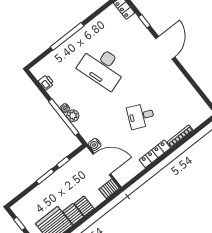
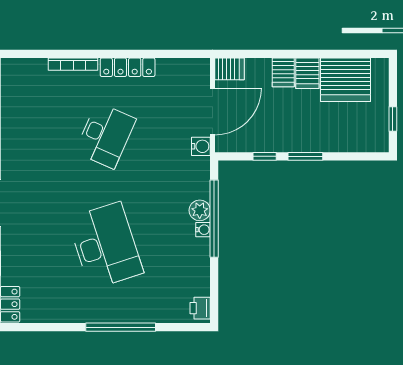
printer: (46, 82) -> (200, 308), moved
desk: (141, 116) -> (105, 135), width x1.37
door: (102, 164) -> (213, 111), swing flipped

